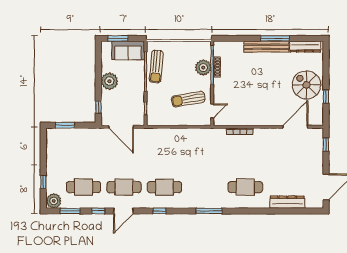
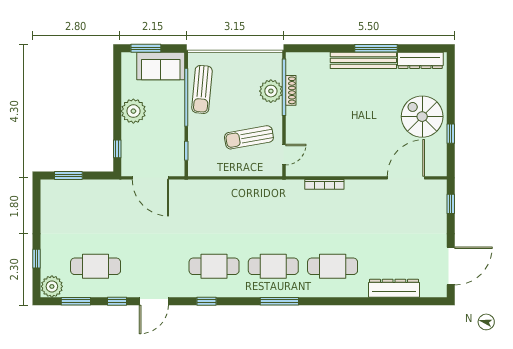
cafe table: (124, 187) -> (273, 266), moved

